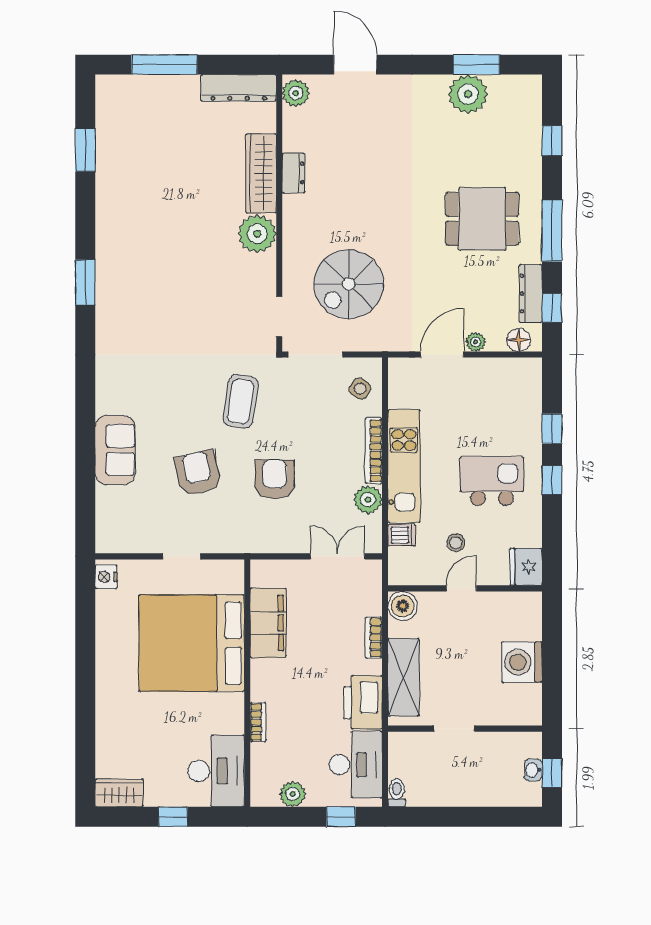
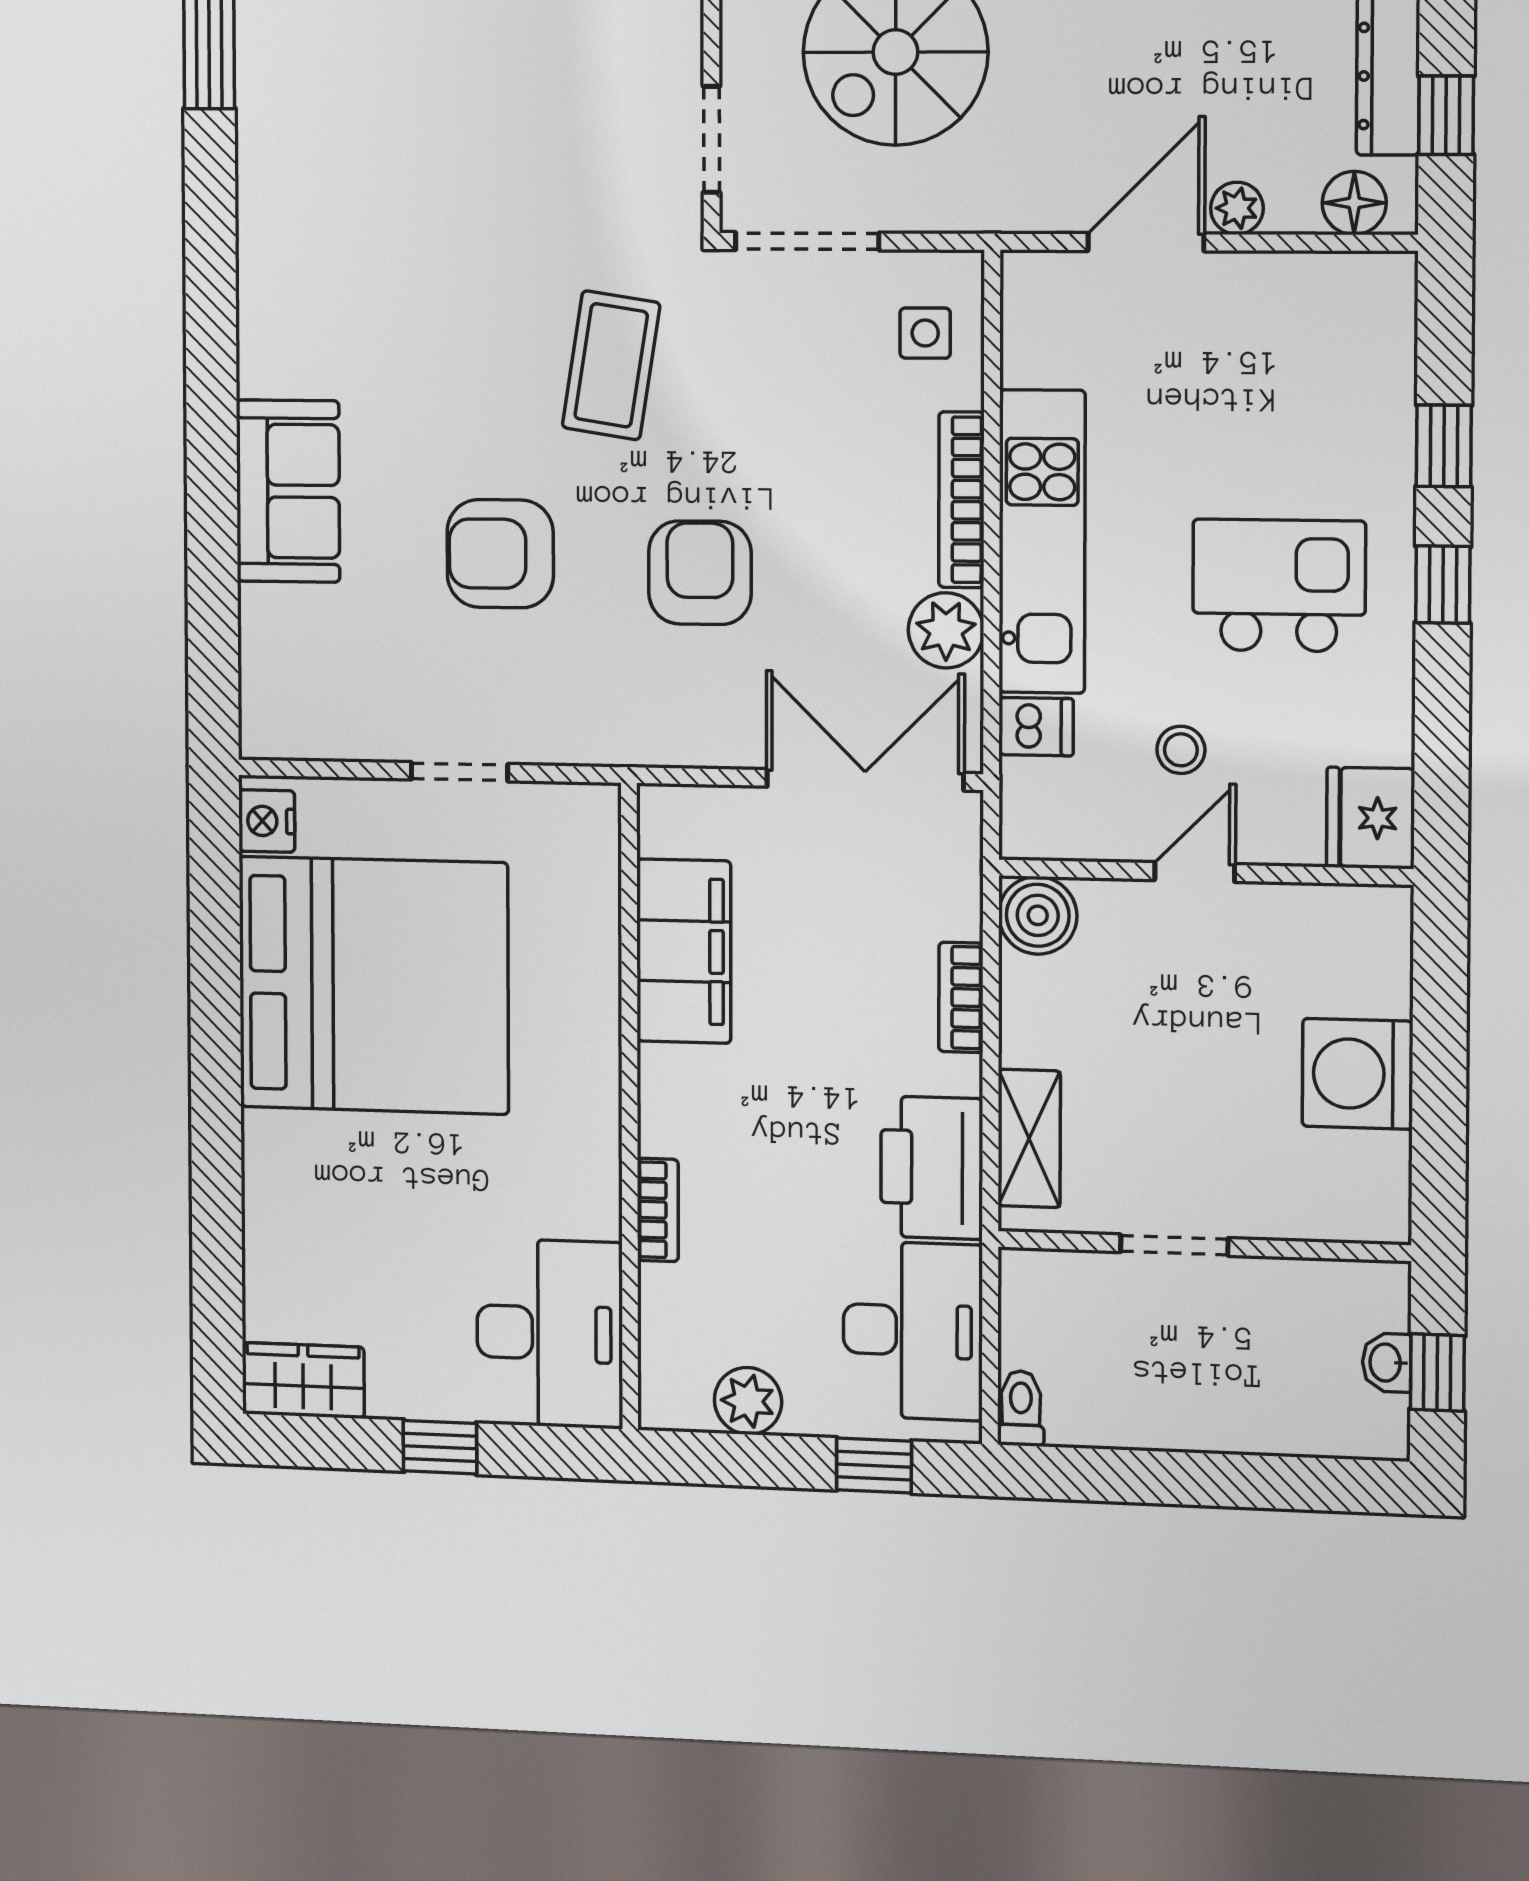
side table: (360, 389) -> (925, 333), turned -36
armchair: (198, 473) -> (500, 554), turned -77
double door: (337, 556) -> (865, 780), width x1.37
bed: (192, 643) -> (373, 985), moved, turned 180
shelving: (404, 677) -> (1029, 1138), width x0.67, depth x0.75

